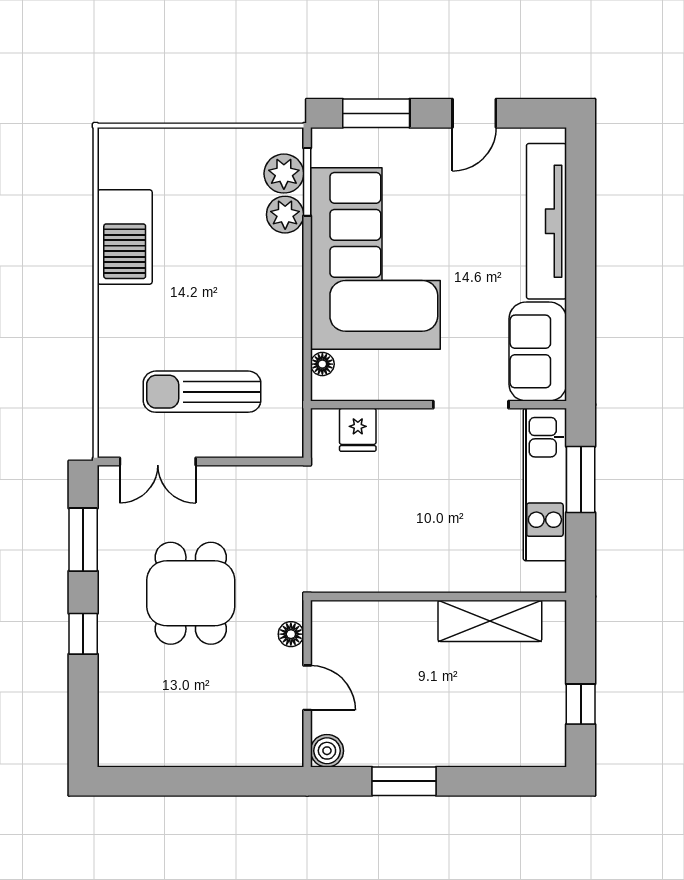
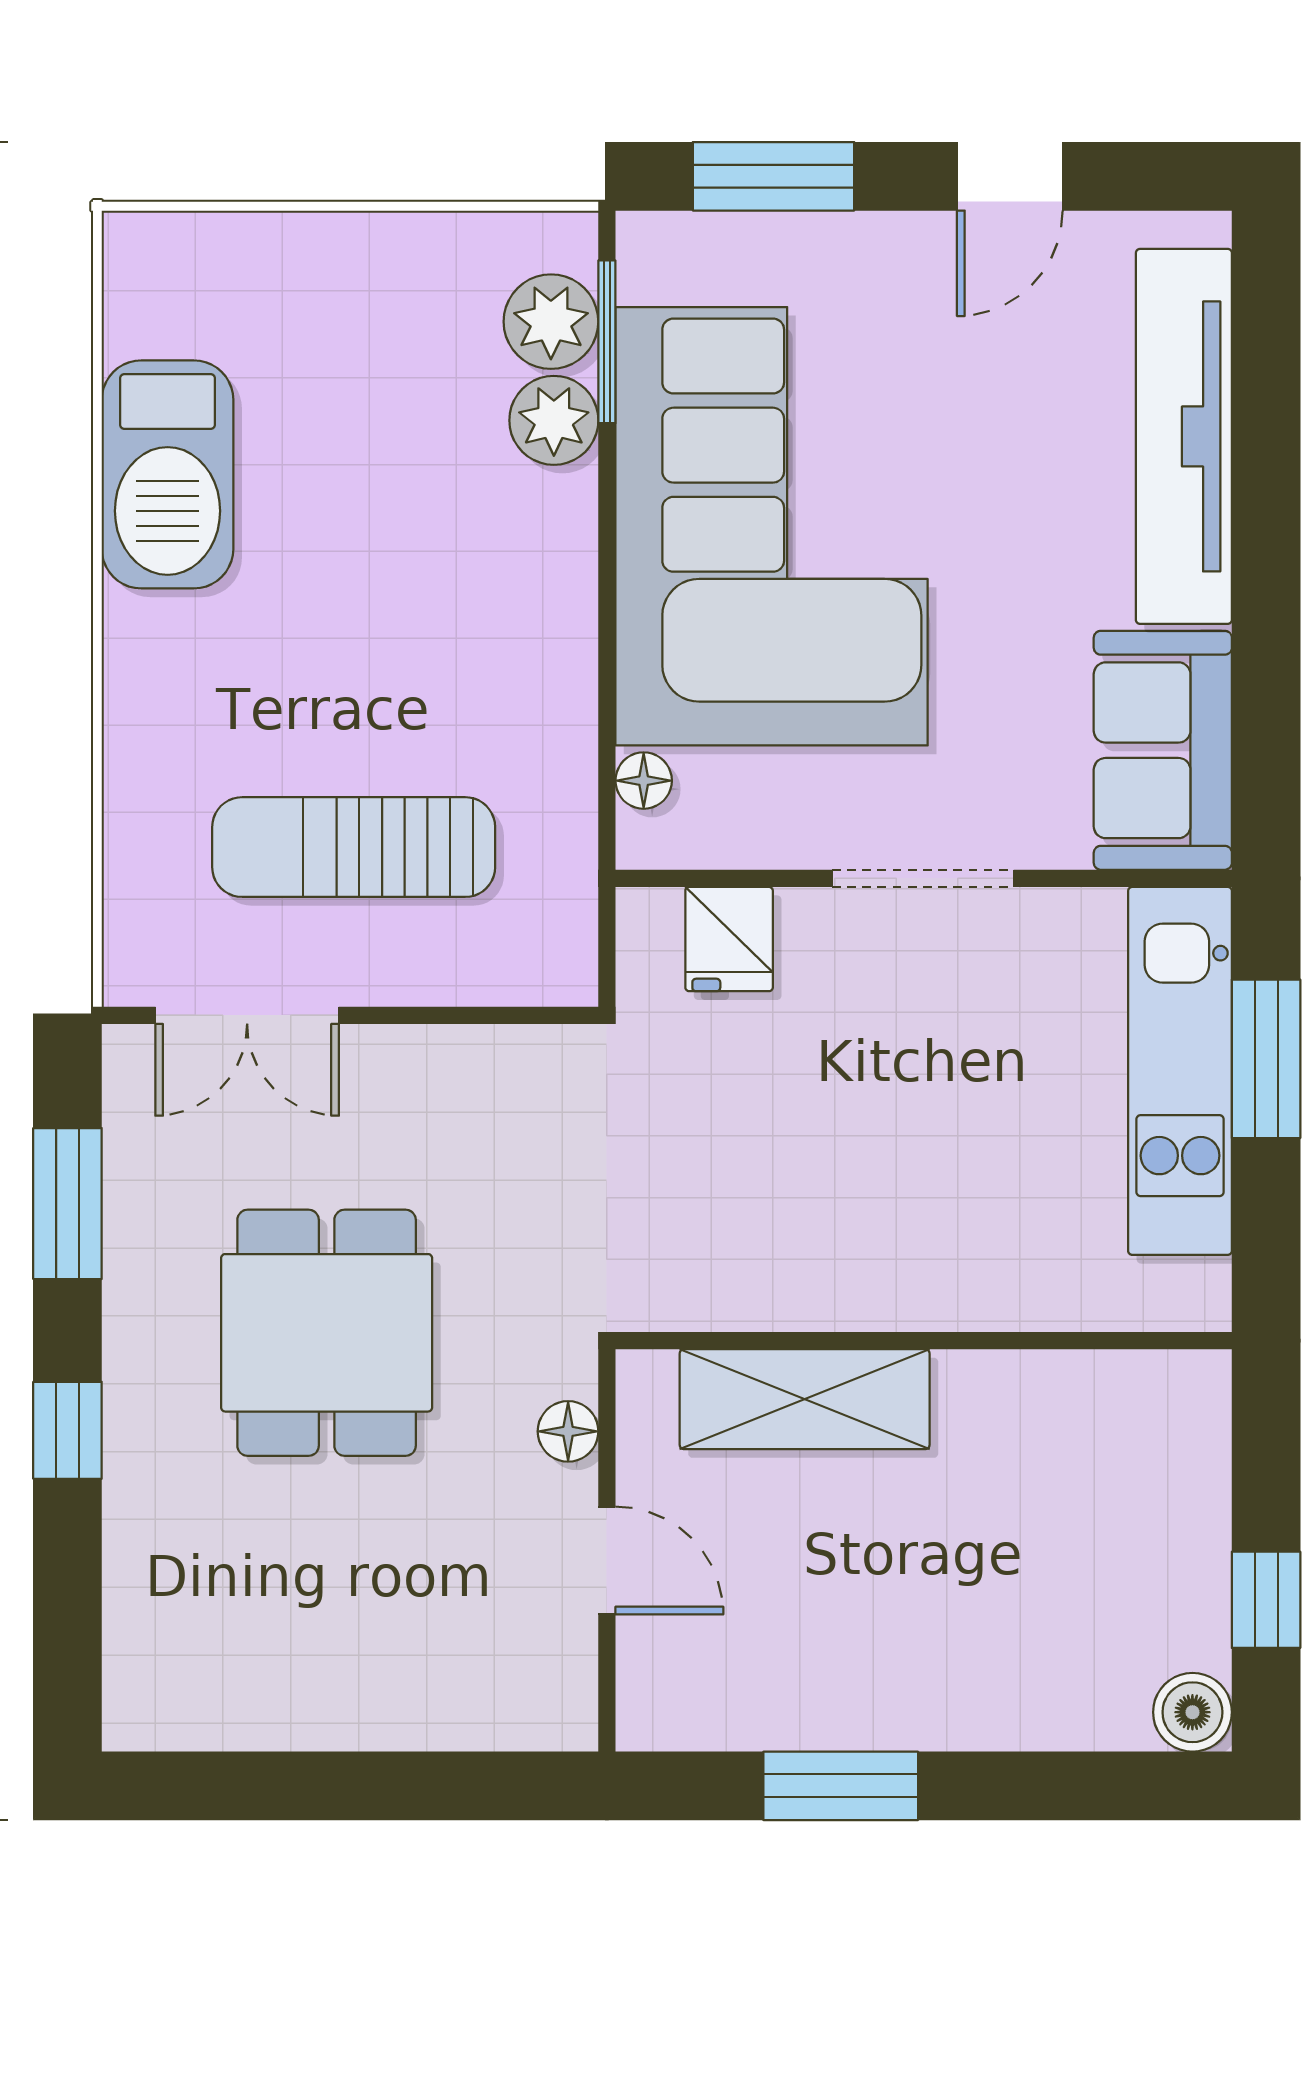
doorway: (471, 405) -> (923, 878), moved
shelving: (490, 621) -> (805, 1399), moved
boiler: (327, 751) -> (1192, 1712), moved

